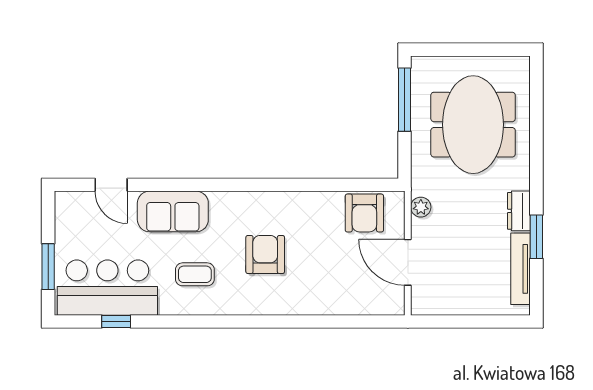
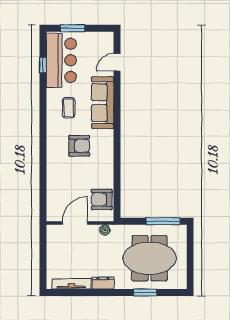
sofa: (173, 211) -> (103, 103), width x1.36
window: (536, 237) -> (145, 293), moved

